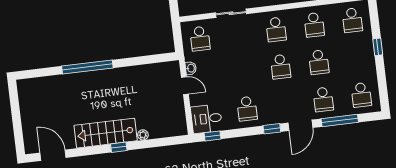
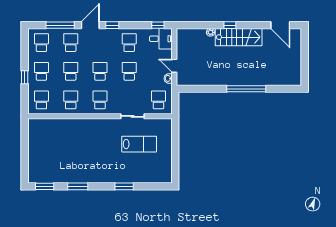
school desk: (357, 58) -> (41, 71), added
school desk: (243, 71) -> (129, 71), added

